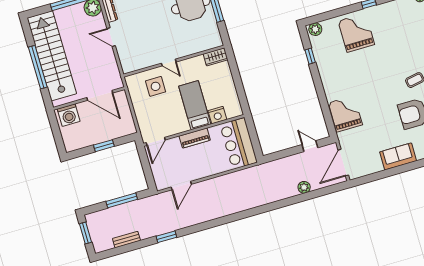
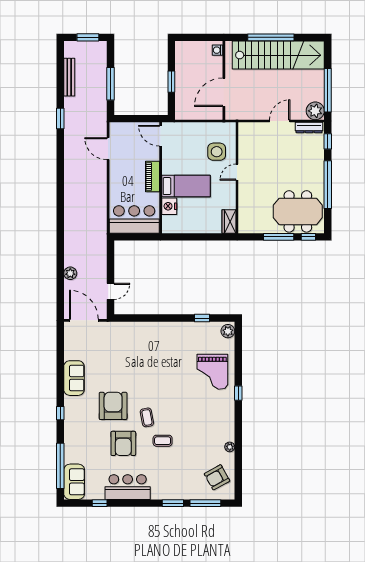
grand piano: (356, 33) -> (212, 372), turned 90
grand piano: (345, 114) -> (133, 337), removed
washing machine: (69, 115) -> (218, 50), width x0.53, depth x0.53
bench: (126, 240) -> (69, 77), width x1.36

